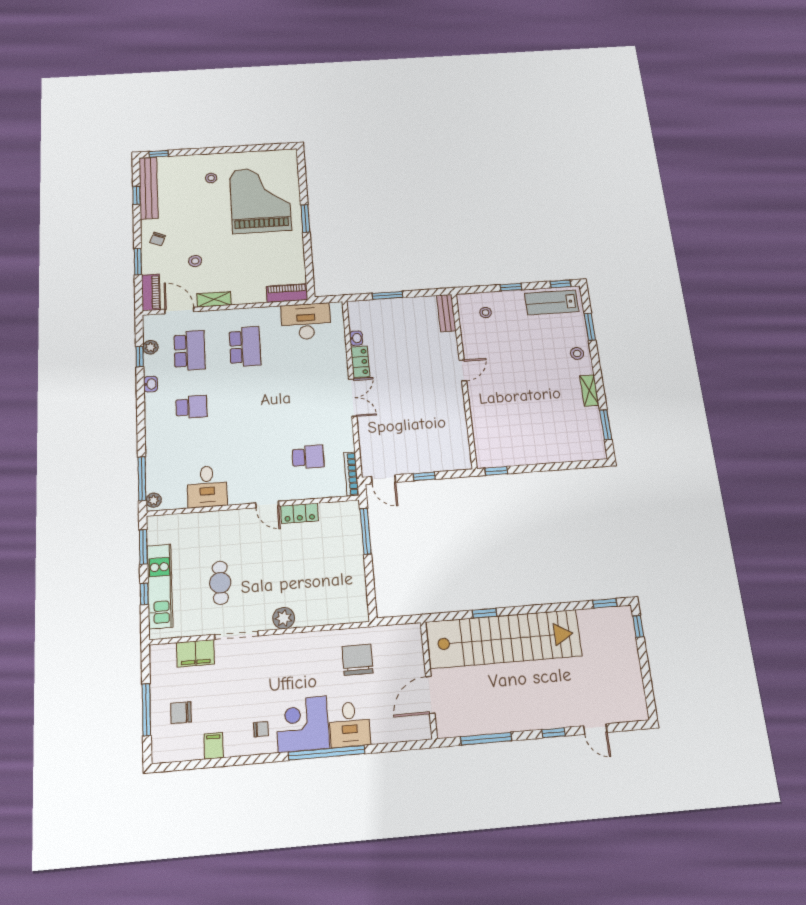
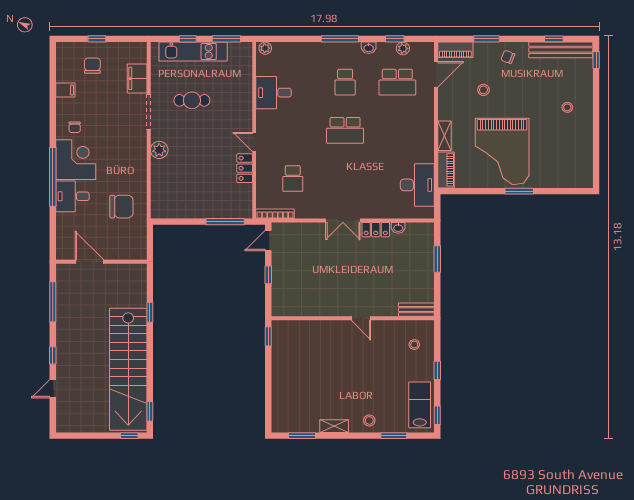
grand piano: (260, 200) -> (502, 151), moved, turned 90
shelving: (214, 299) -> (445, 136), moved
school desk: (245, 347) -> (345, 130), moved
window: (142, 479) -> (340, 39), moved
door: (267, 505) -> (254, 142), hinge flipped
stairs: (504, 639) -> (128, 369), moved
window: (146, 710) -> (97, 39), width x0.46

